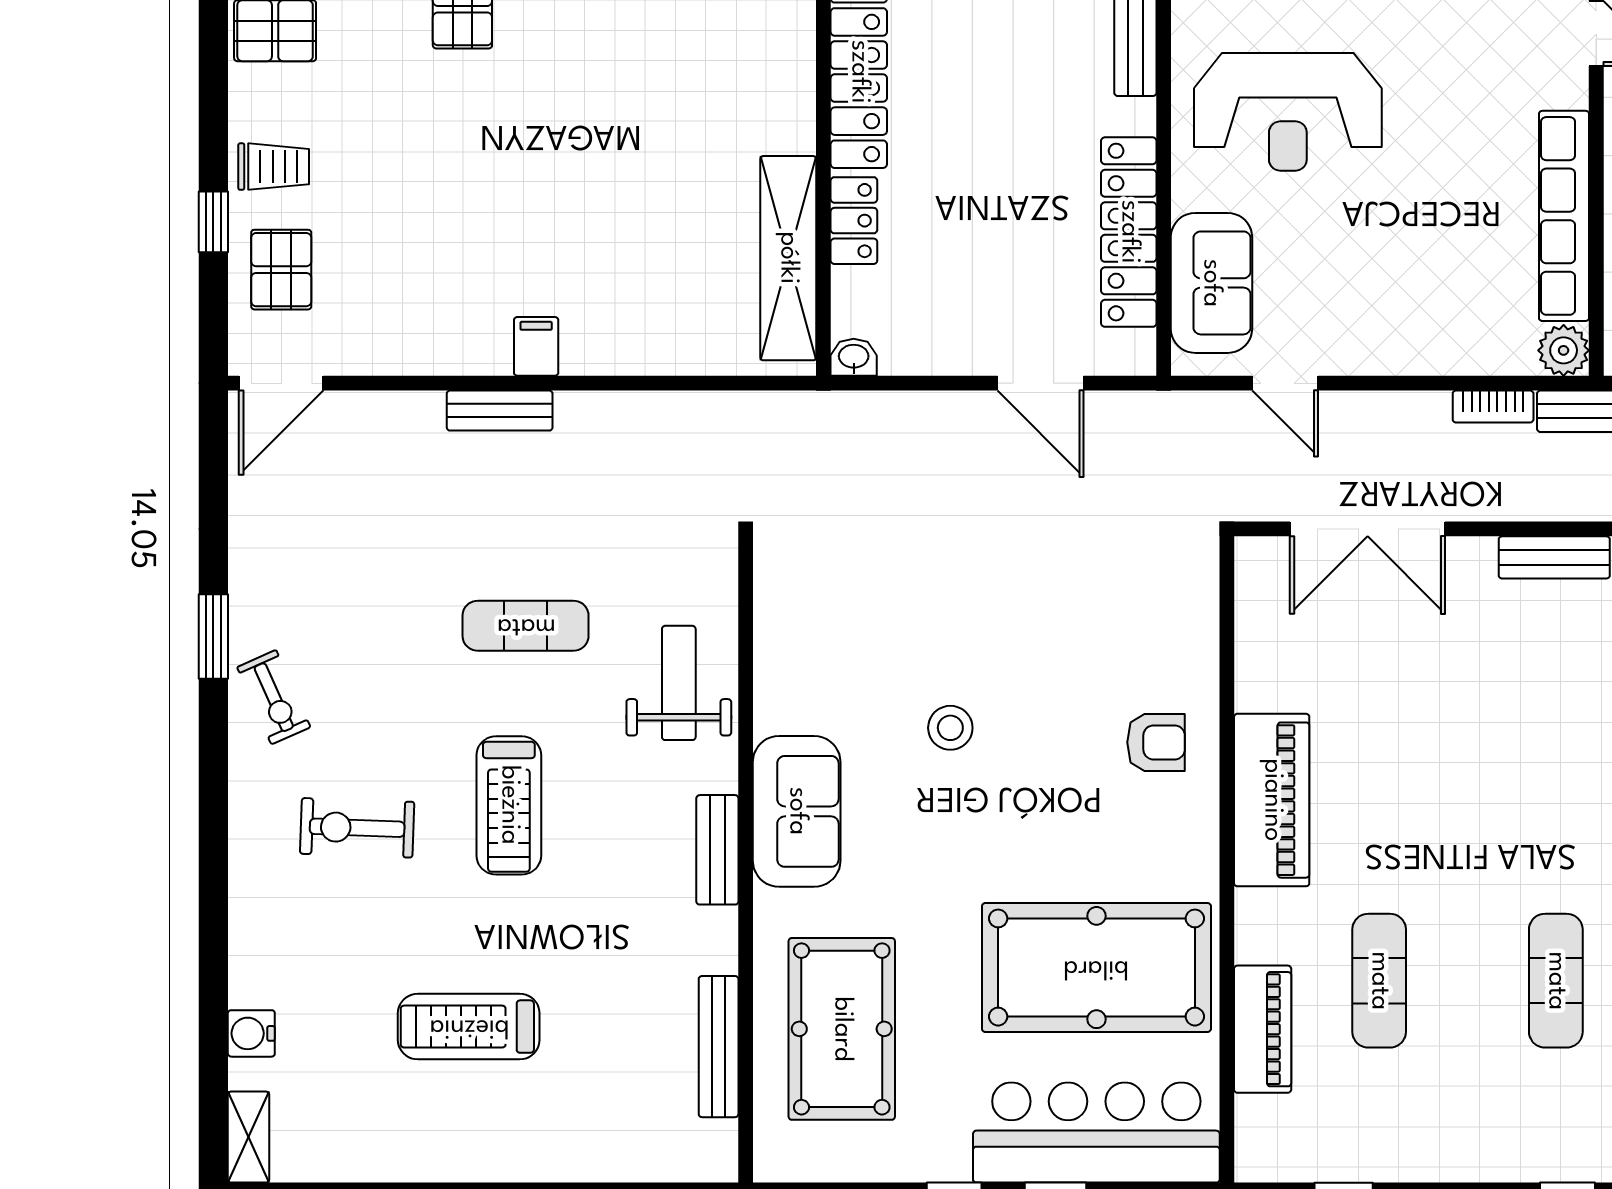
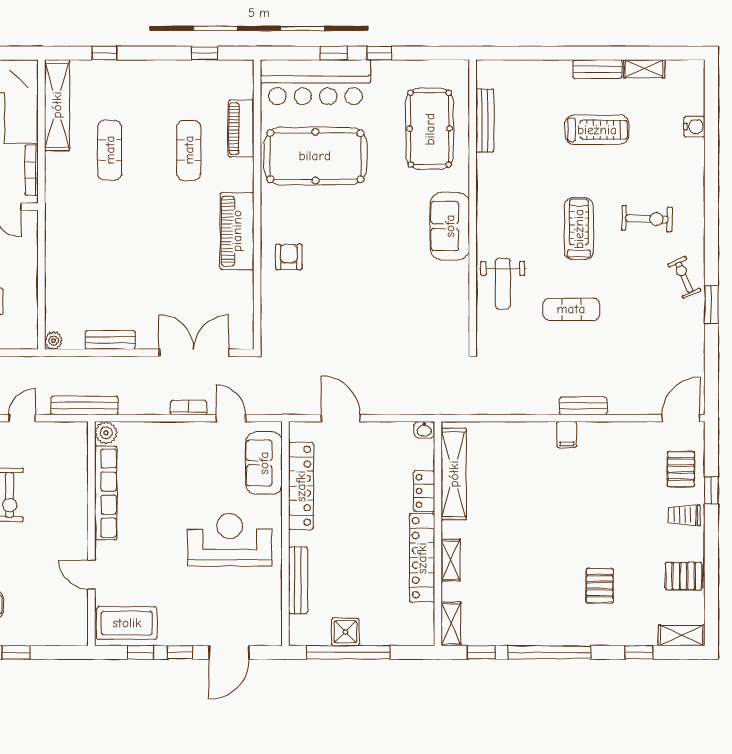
shelving: (795, 67) -> (451, 560), added
bookcase: (1493, 407) -> (189, 408), moved
stool: (950, 728) -> (381, 264), removed
armchair: (1156, 742) -> (289, 257), turned 90
bench: (717, 850) -> (597, 69), moved, turned 90
shelving: (249, 1137) -> (644, 69), moved, turned 90

